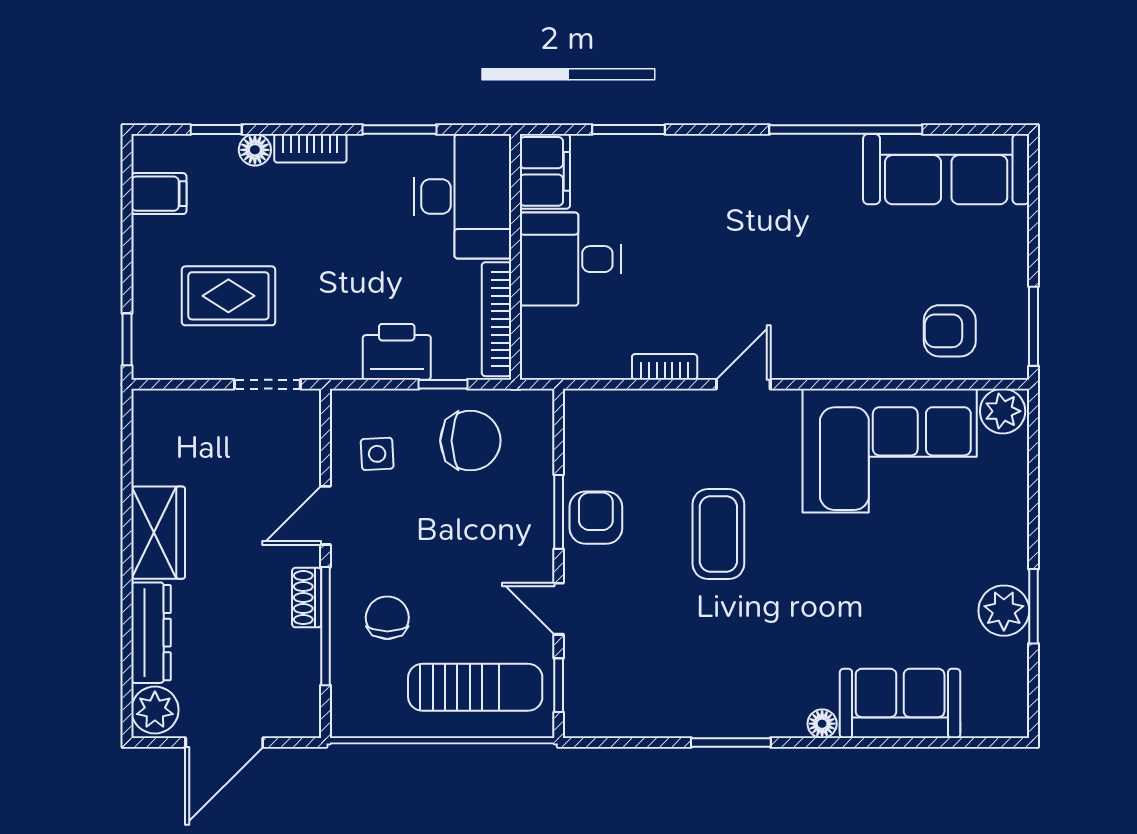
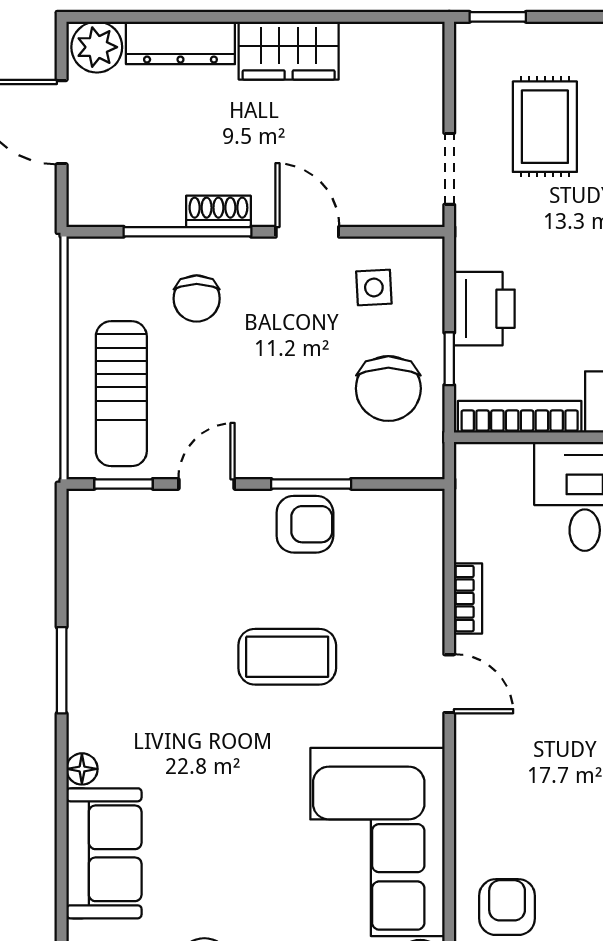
chair: (387, 618) -> (197, 299), turned 90

